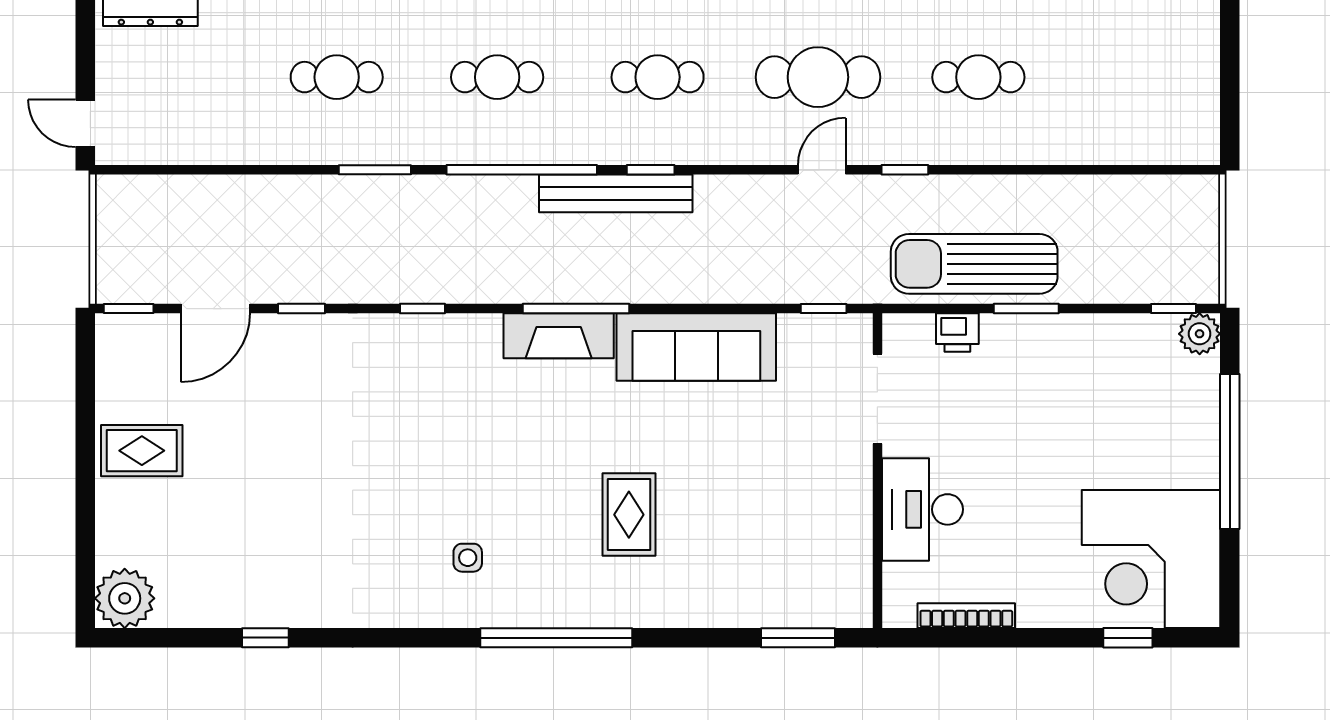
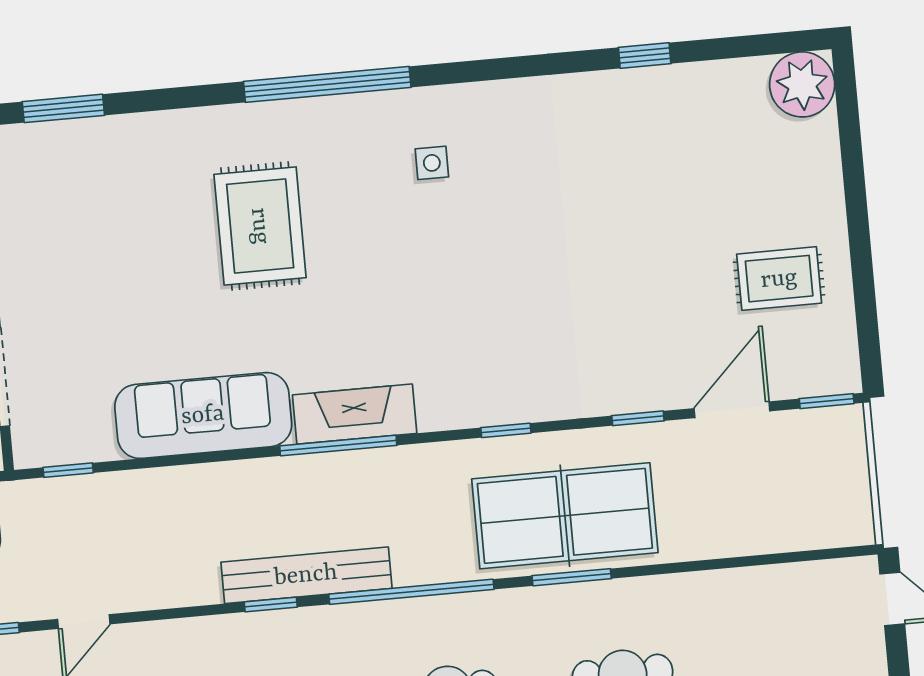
table tennis table: (376, 226) -> (565, 516), added
rug: (142, 451) -> (779, 279), moved
rug: (629, 515) -> (260, 226), width x1.36, depth x1.43

